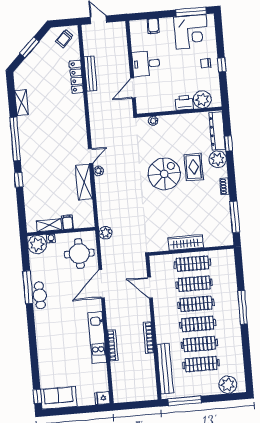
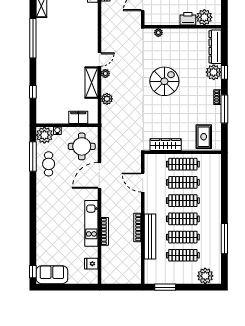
window: (228, 143) -> (224, 72), moved
rug: (194, 167) -> (204, 137), moved
window: (19, 180) -> (33, 92), moved
window: (235, 217) -> (224, 109), moved
filing cabinet: (67, 222) -> (78, 117), width x2.00
shelving: (49, 225) -> (57, 119), removed
plant: (105, 233) -> (107, 99), moved
wardrobe: (186, 243) -> (166, 145), moved
window: (28, 287) -> (33, 156), moved
cafe table: (40, 295) -> (49, 164), moved
window: (243, 307) -> (224, 239), moved
bench: (165, 369) -> (150, 237), moved
fridge: (102, 398) -> (91, 264), moved
window: (185, 401) -> (165, 287), width x0.69

